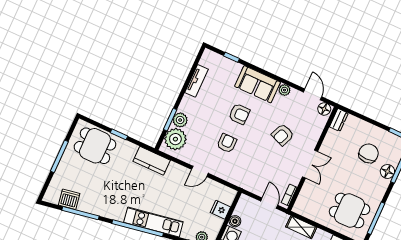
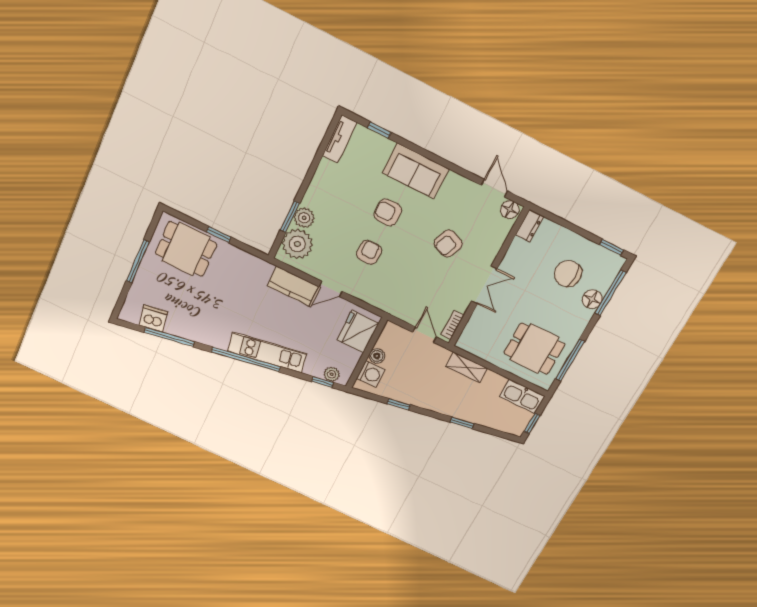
tv unit: (197, 81) -> (340, 139), moved
plant: (284, 90) -> (454, 181), removed
armchair: (239, 114) -> (388, 212), turned 180
chair: (369, 153) -> (568, 274), turned -90
kitchen counter: (152, 161) -> (293, 286), moved
fridge: (220, 210) -> (358, 332), width x1.88, depth x1.34

